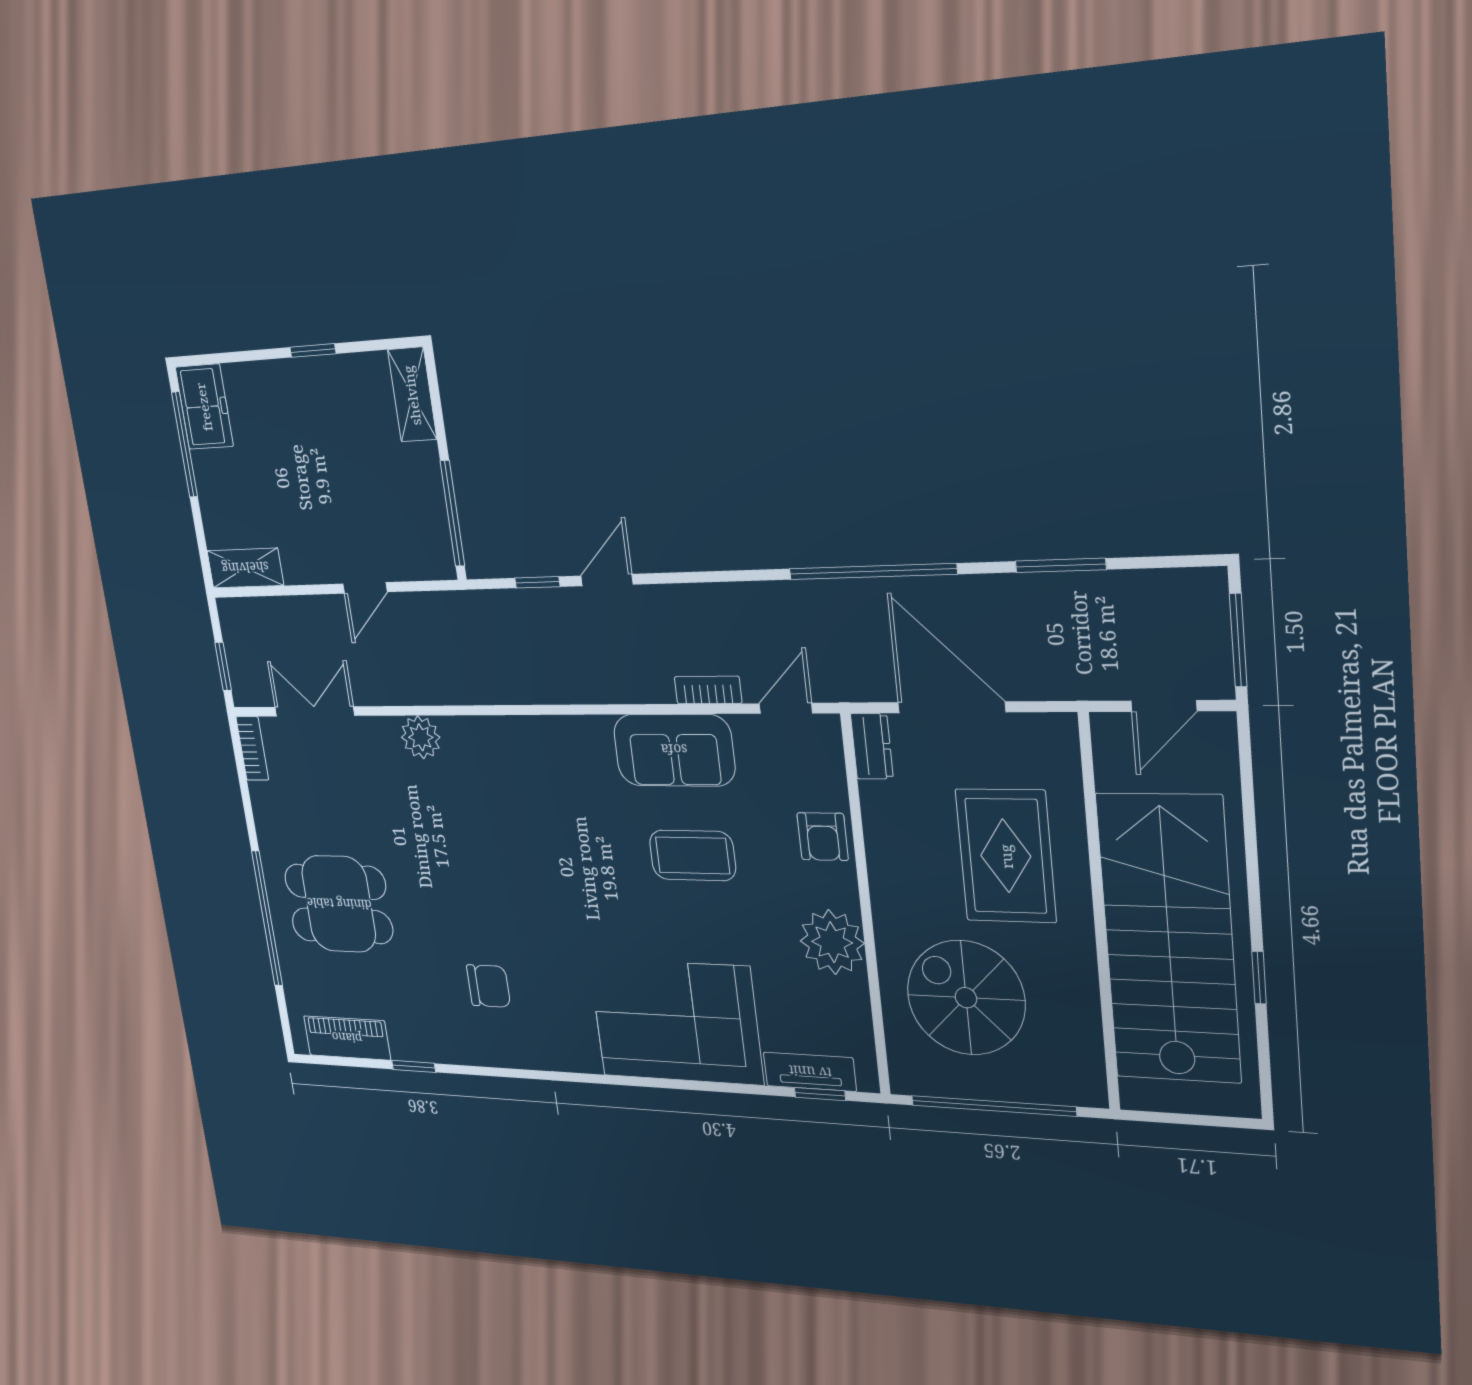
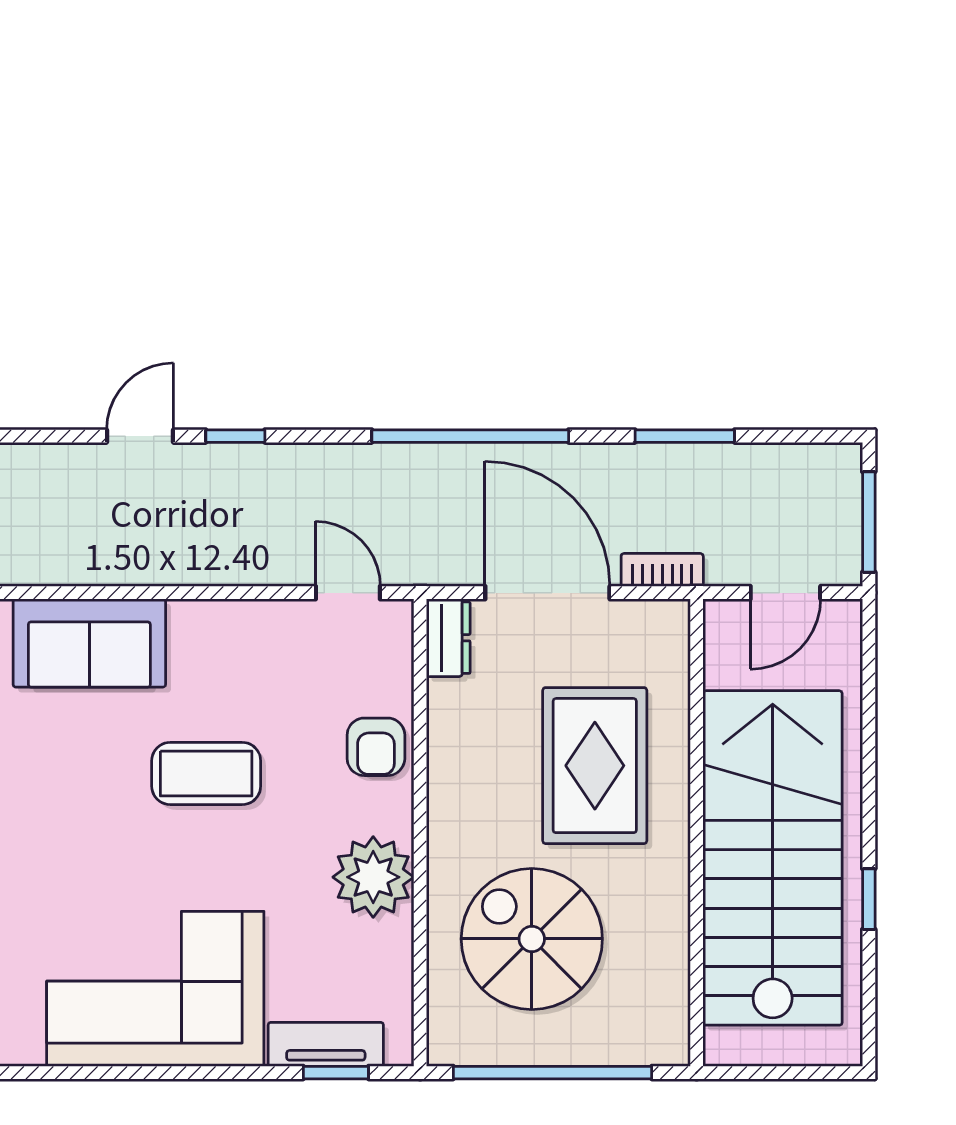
window: (537, 582) -> (235, 436), moved
bookcase: (708, 690) -> (662, 570), moved
door: (786, 708) -> (348, 593), hinge flipped
sofa: (674, 750) -> (89, 643), moved

